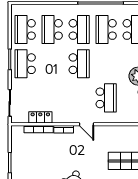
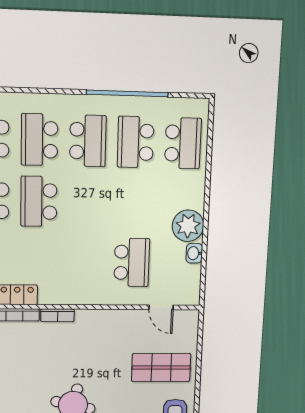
school desk: (79, 64) -> (39, 201), moved, turned 180
door: (86, 124) -> (161, 307), moved

